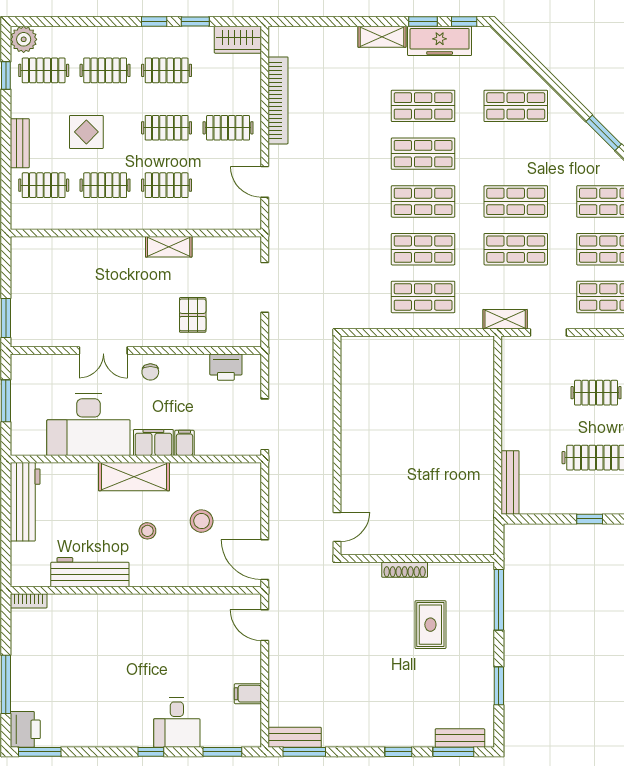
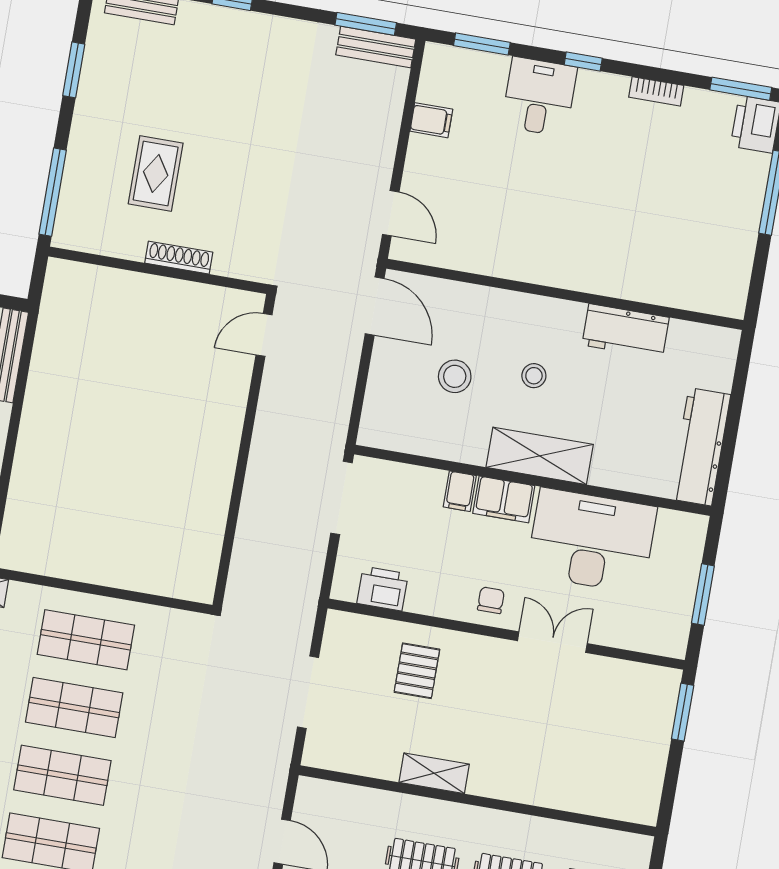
workbench: (90, 572) -> (626, 331), width x0.73
bookcase: (29, 601) -> (656, 91), moved, turned 180

